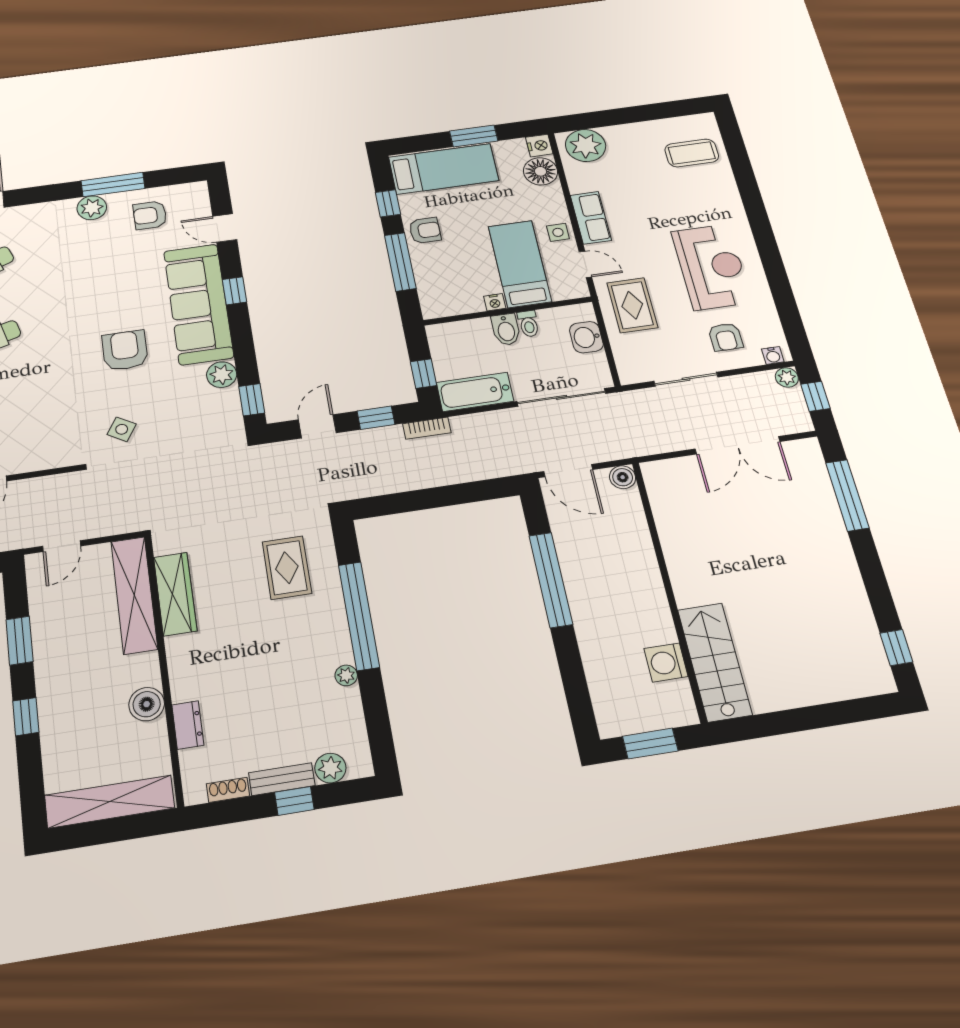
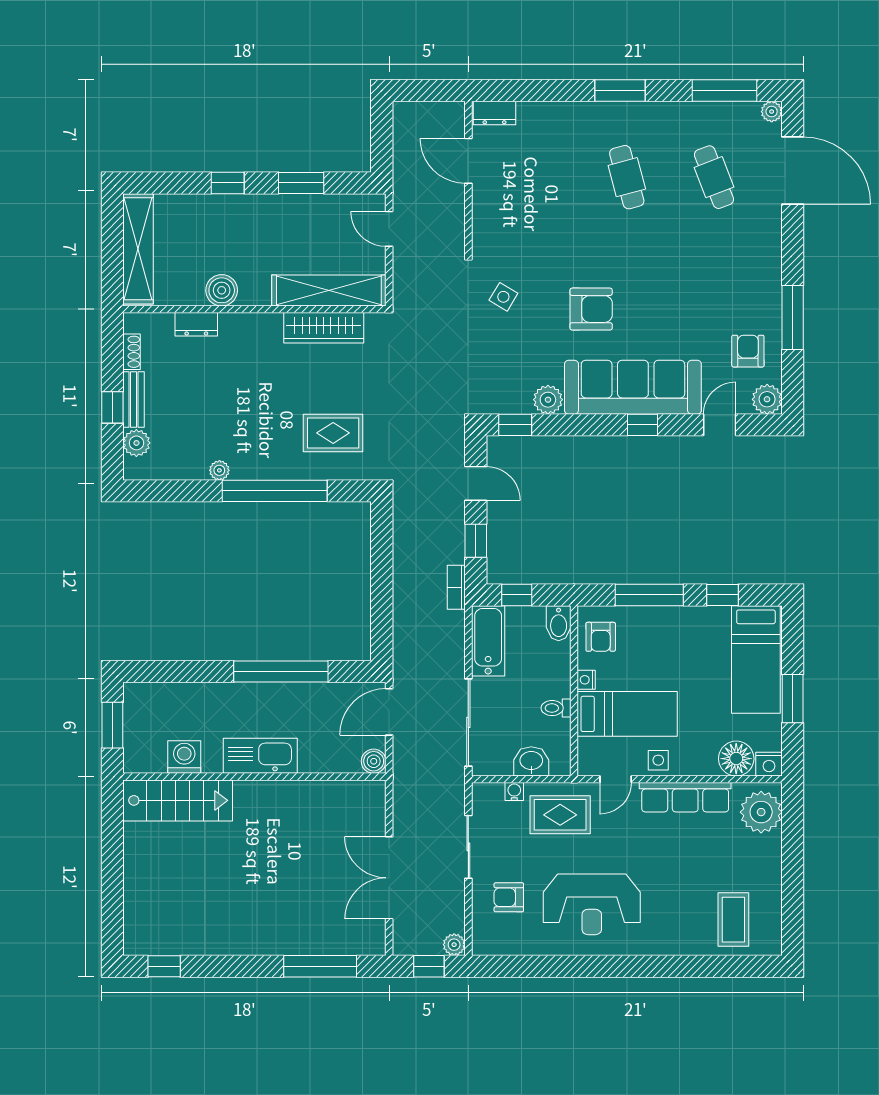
plant: (92, 208) -> (767, 399), moved
row of seats: (591, 218) -> (685, 797), width x1.48
armchair: (425, 230) -> (601, 637), moved
bidet: (506, 329) -> (559, 623), moved, turned -90
water cooler: (773, 355) -> (514, 792), moved, turned 90
kitchen sink: (645, 586) -> (260, 756), added

